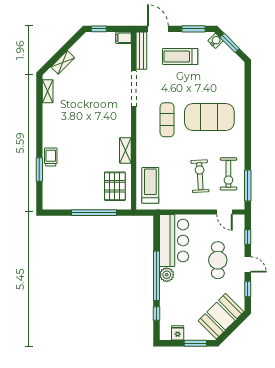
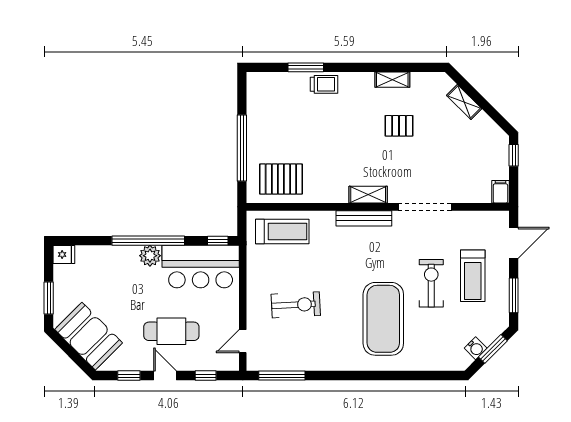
water cooler: (215, 41) -> (476, 348), moved
bench: (141, 51) -> (364, 218), moved
treadmill: (180, 56) -> (473, 276), turned 180
shelving: (48, 91) -> (392, 80), moved
pallet: (79, 106) -> (399, 126), added
exercise mat: (167, 120) -> (379, 256), removed
shelving: (125, 150) -> (368, 195), moved
exercise bike: (228, 174) -> (431, 283), moved, turned 90
door: (248, 264) -> (165, 376), swing flipped
window: (156, 314) -> (218, 241), moved
fridge: (178, 333) -> (64, 254), moved

